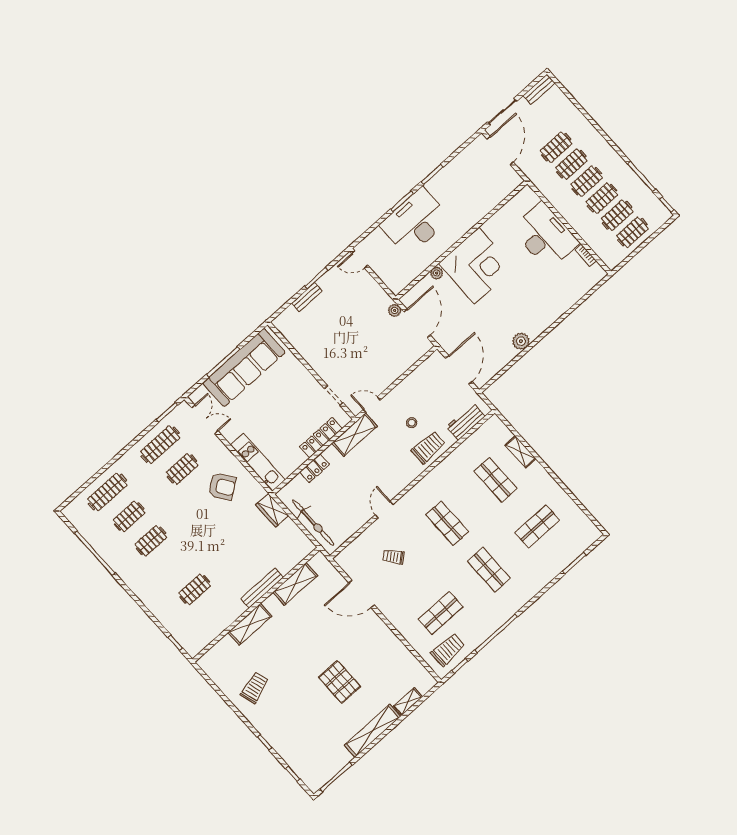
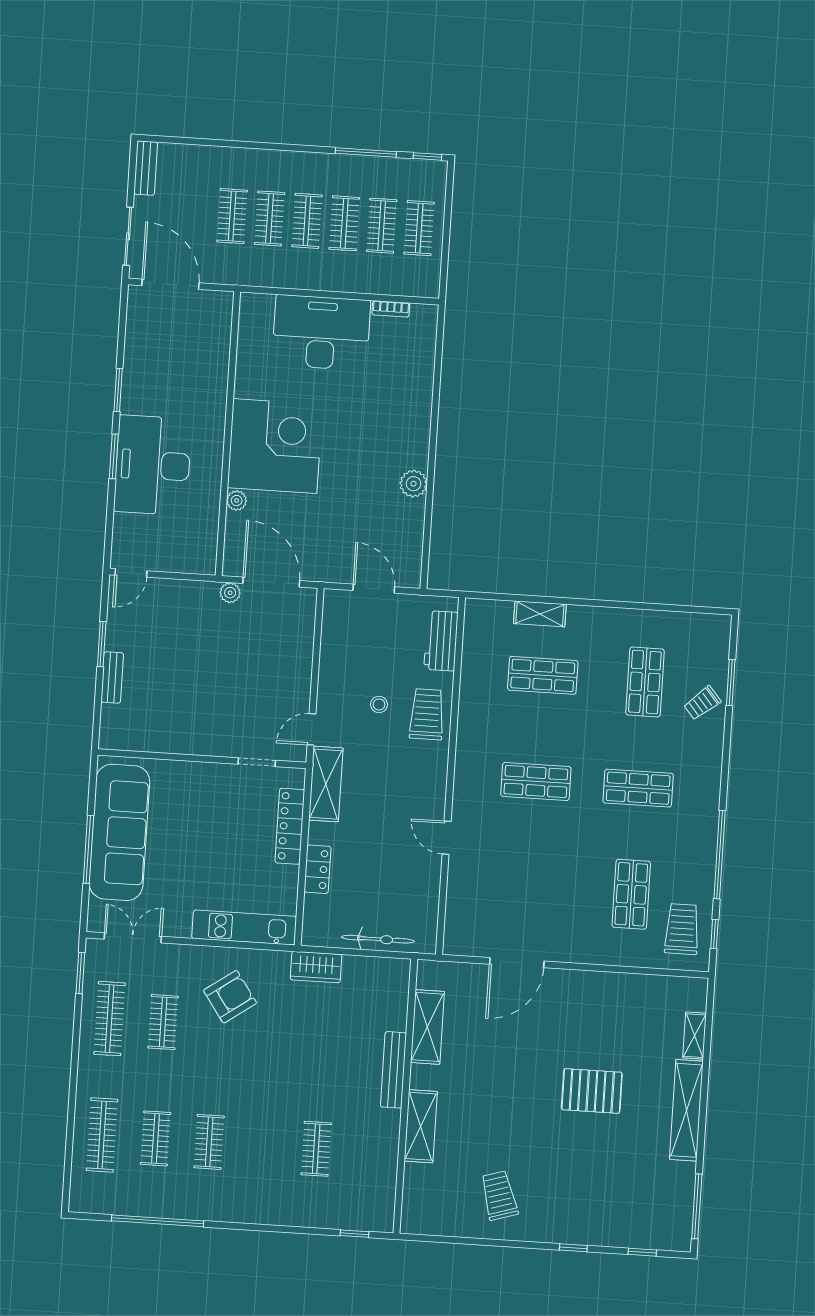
door: (459, 370) -> (374, 589), width x0.73
bicycle: (313, 523) -> (378, 939), width x0.73, depth x0.71
trolley: (394, 557) -> (702, 703), moved

